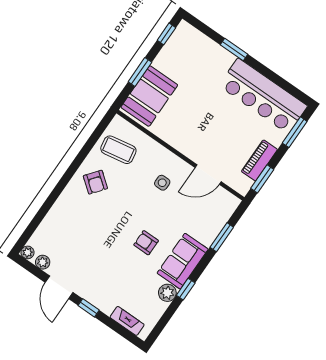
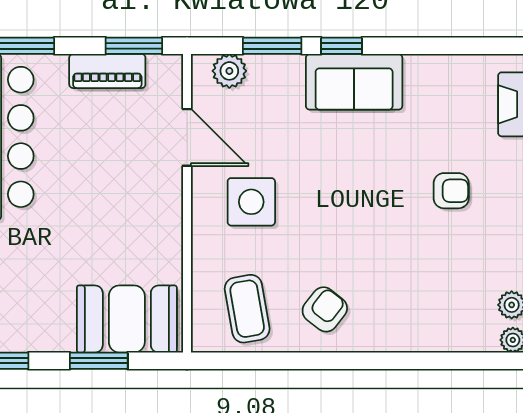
side table: (162, 183) -> (251, 202), width x1.87, depth x1.87
armchair: (146, 243) -> (451, 191), moved, turned -90
window: (186, 289) -> (342, 46), moved
plant: (167, 293) -> (229, 71), moved

